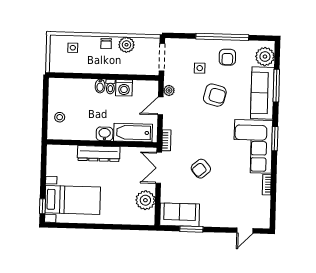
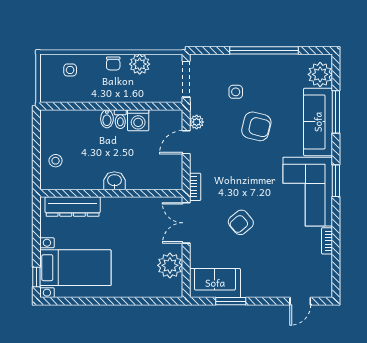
armchair: (227, 57) -> (271, 77), removed
bathtub: (133, 133) -> (151, 178), removed
dresser: (99, 154) -> (73, 207), moved

